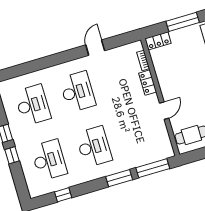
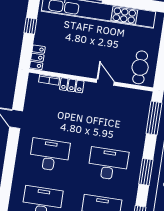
window: (183, 22) -> (30, 26), width x0.46
window: (119, 178) -> (146, 172), moved

